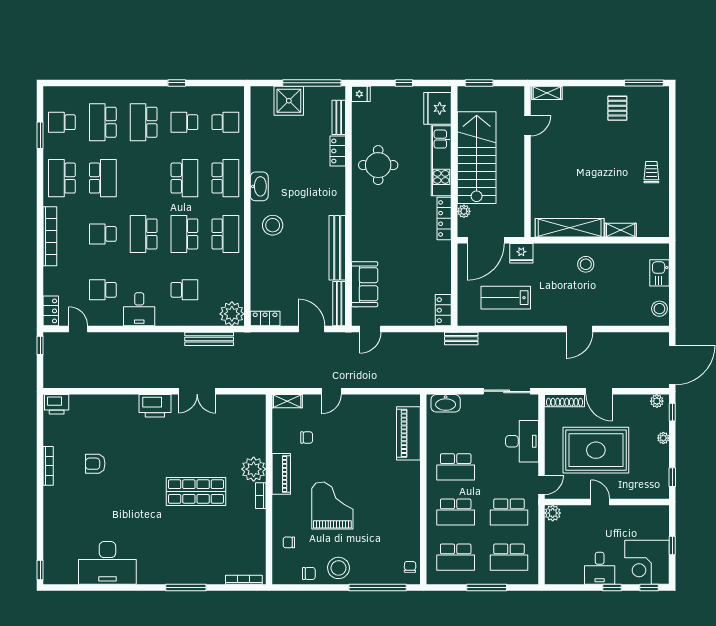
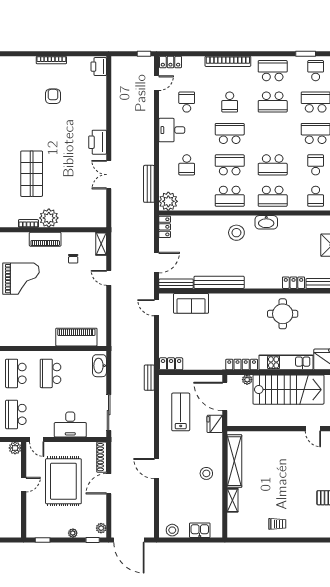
school desk: (103, 234) -> (230, 102), turned 180

